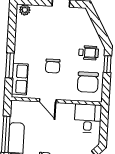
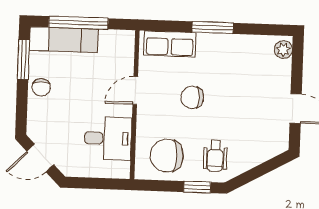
window: (10, 65) -> (213, 28), moved
desk: (88, 118) -> (108, 138), moved

